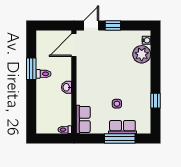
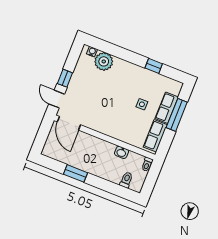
toilet: (44, 74) -> (126, 180), moved
washbasin: (67, 87) -> (121, 152), moved
row of seats: (83, 119) -> (155, 136), moved, turned -90

